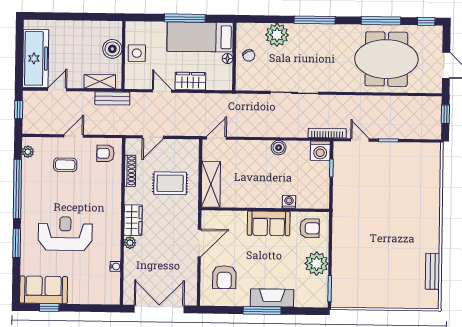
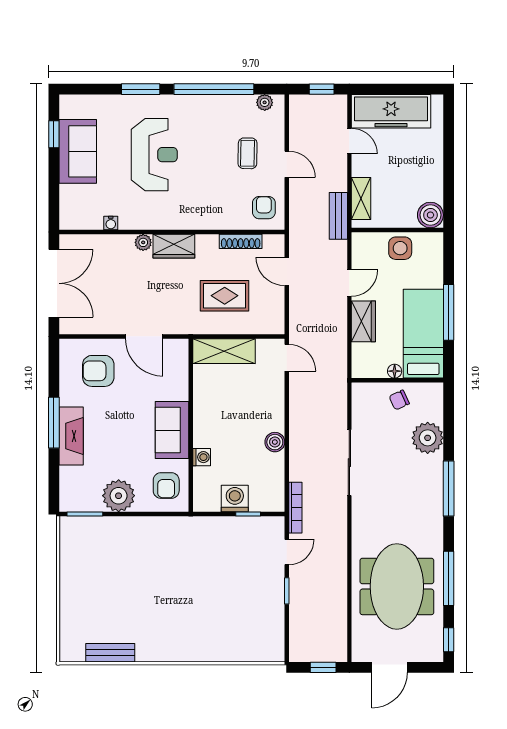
boiler: (112, 49) -> (430, 215), moved
washing machine: (320, 151) -> (235, 499), moved, turned 90
rug: (170, 183) -> (225, 296), turned 90
sofa: (44, 290) -> (78, 151), moved

